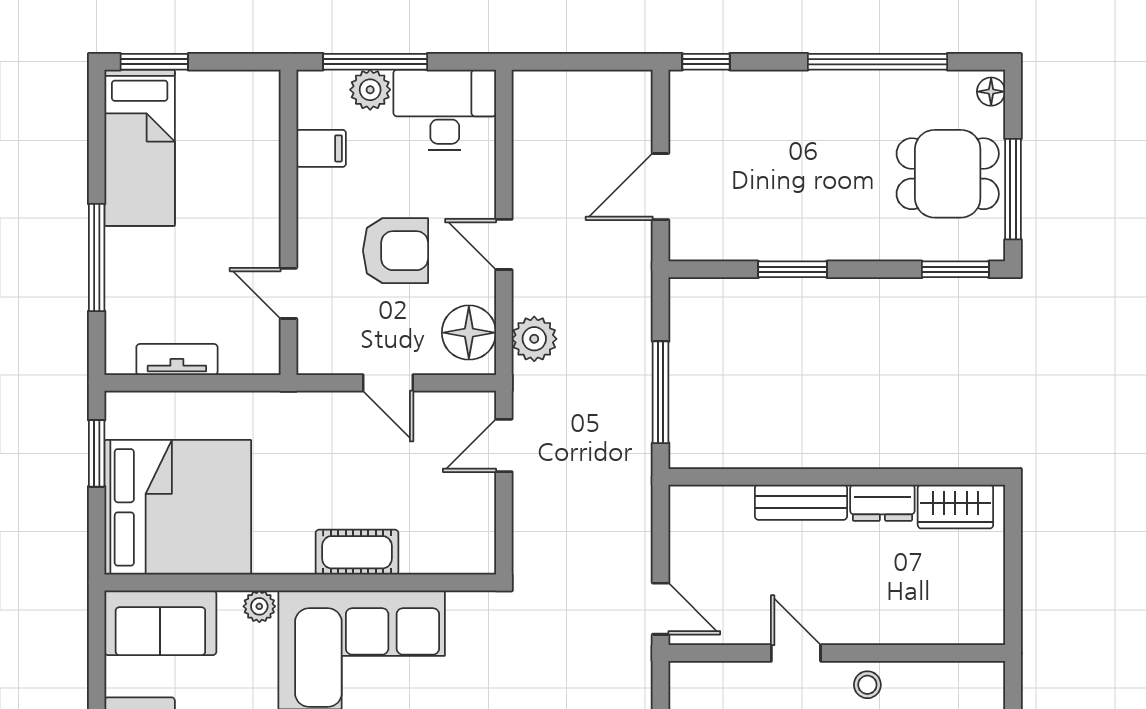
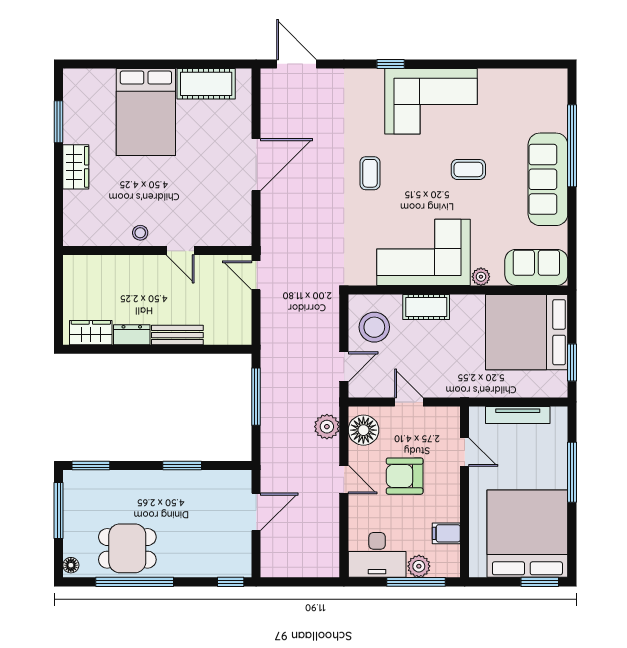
bed: (140, 148) -> (527, 534), width x2.04
dining table: (948, 174) -> (127, 548), moved
tv unit: (177, 360) -> (518, 415), width x1.41
stool: (450, 516) -> (374, 327), added

